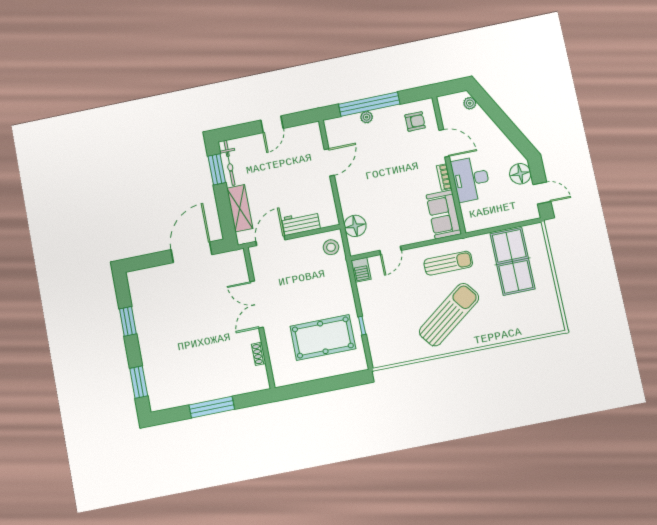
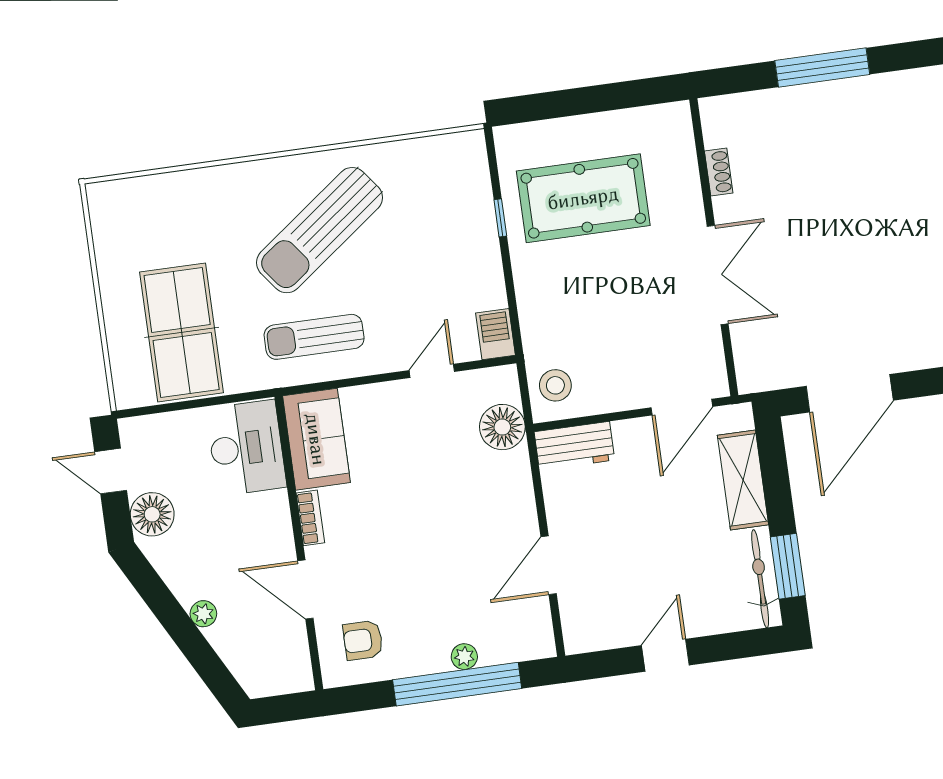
plant: (470, 103) -> (203, 614), moved
desk: (471, 179) -> (246, 448), moved
workbench: (301, 223) -> (574, 446), moved

